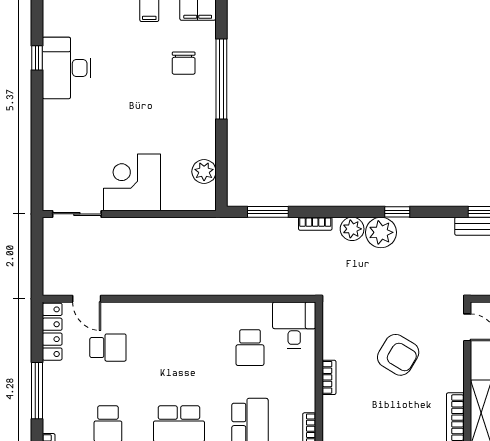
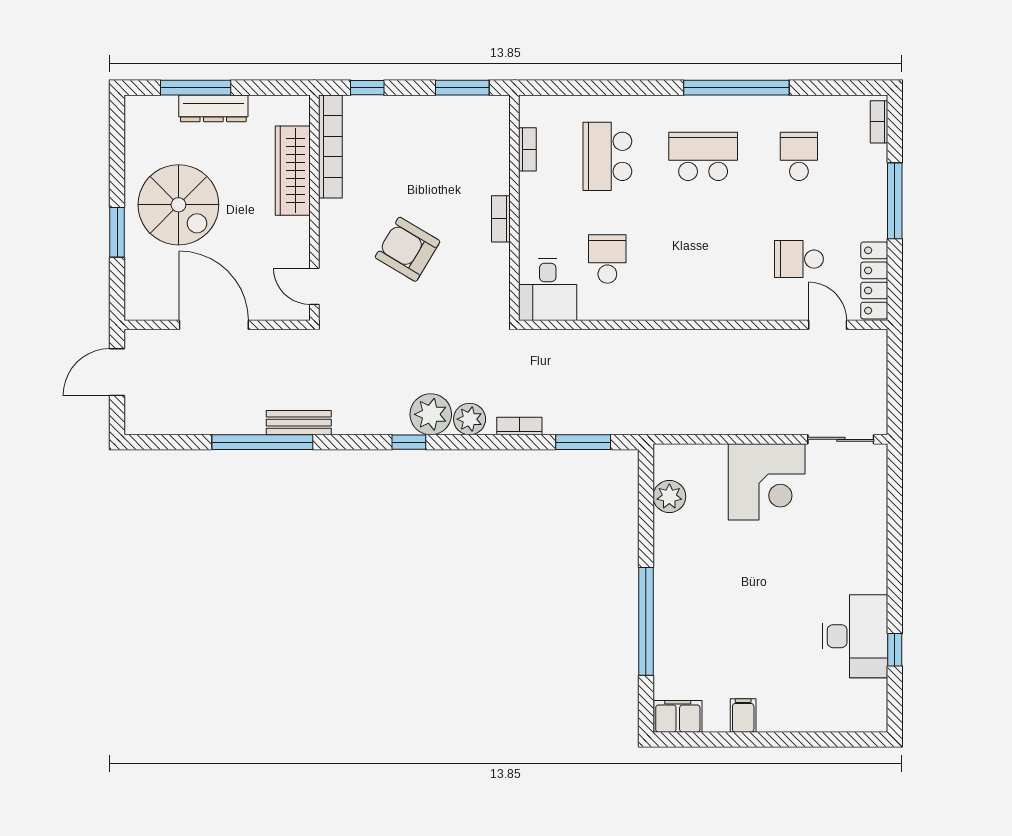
chair: (184, 63) -> (697, 643), removed

